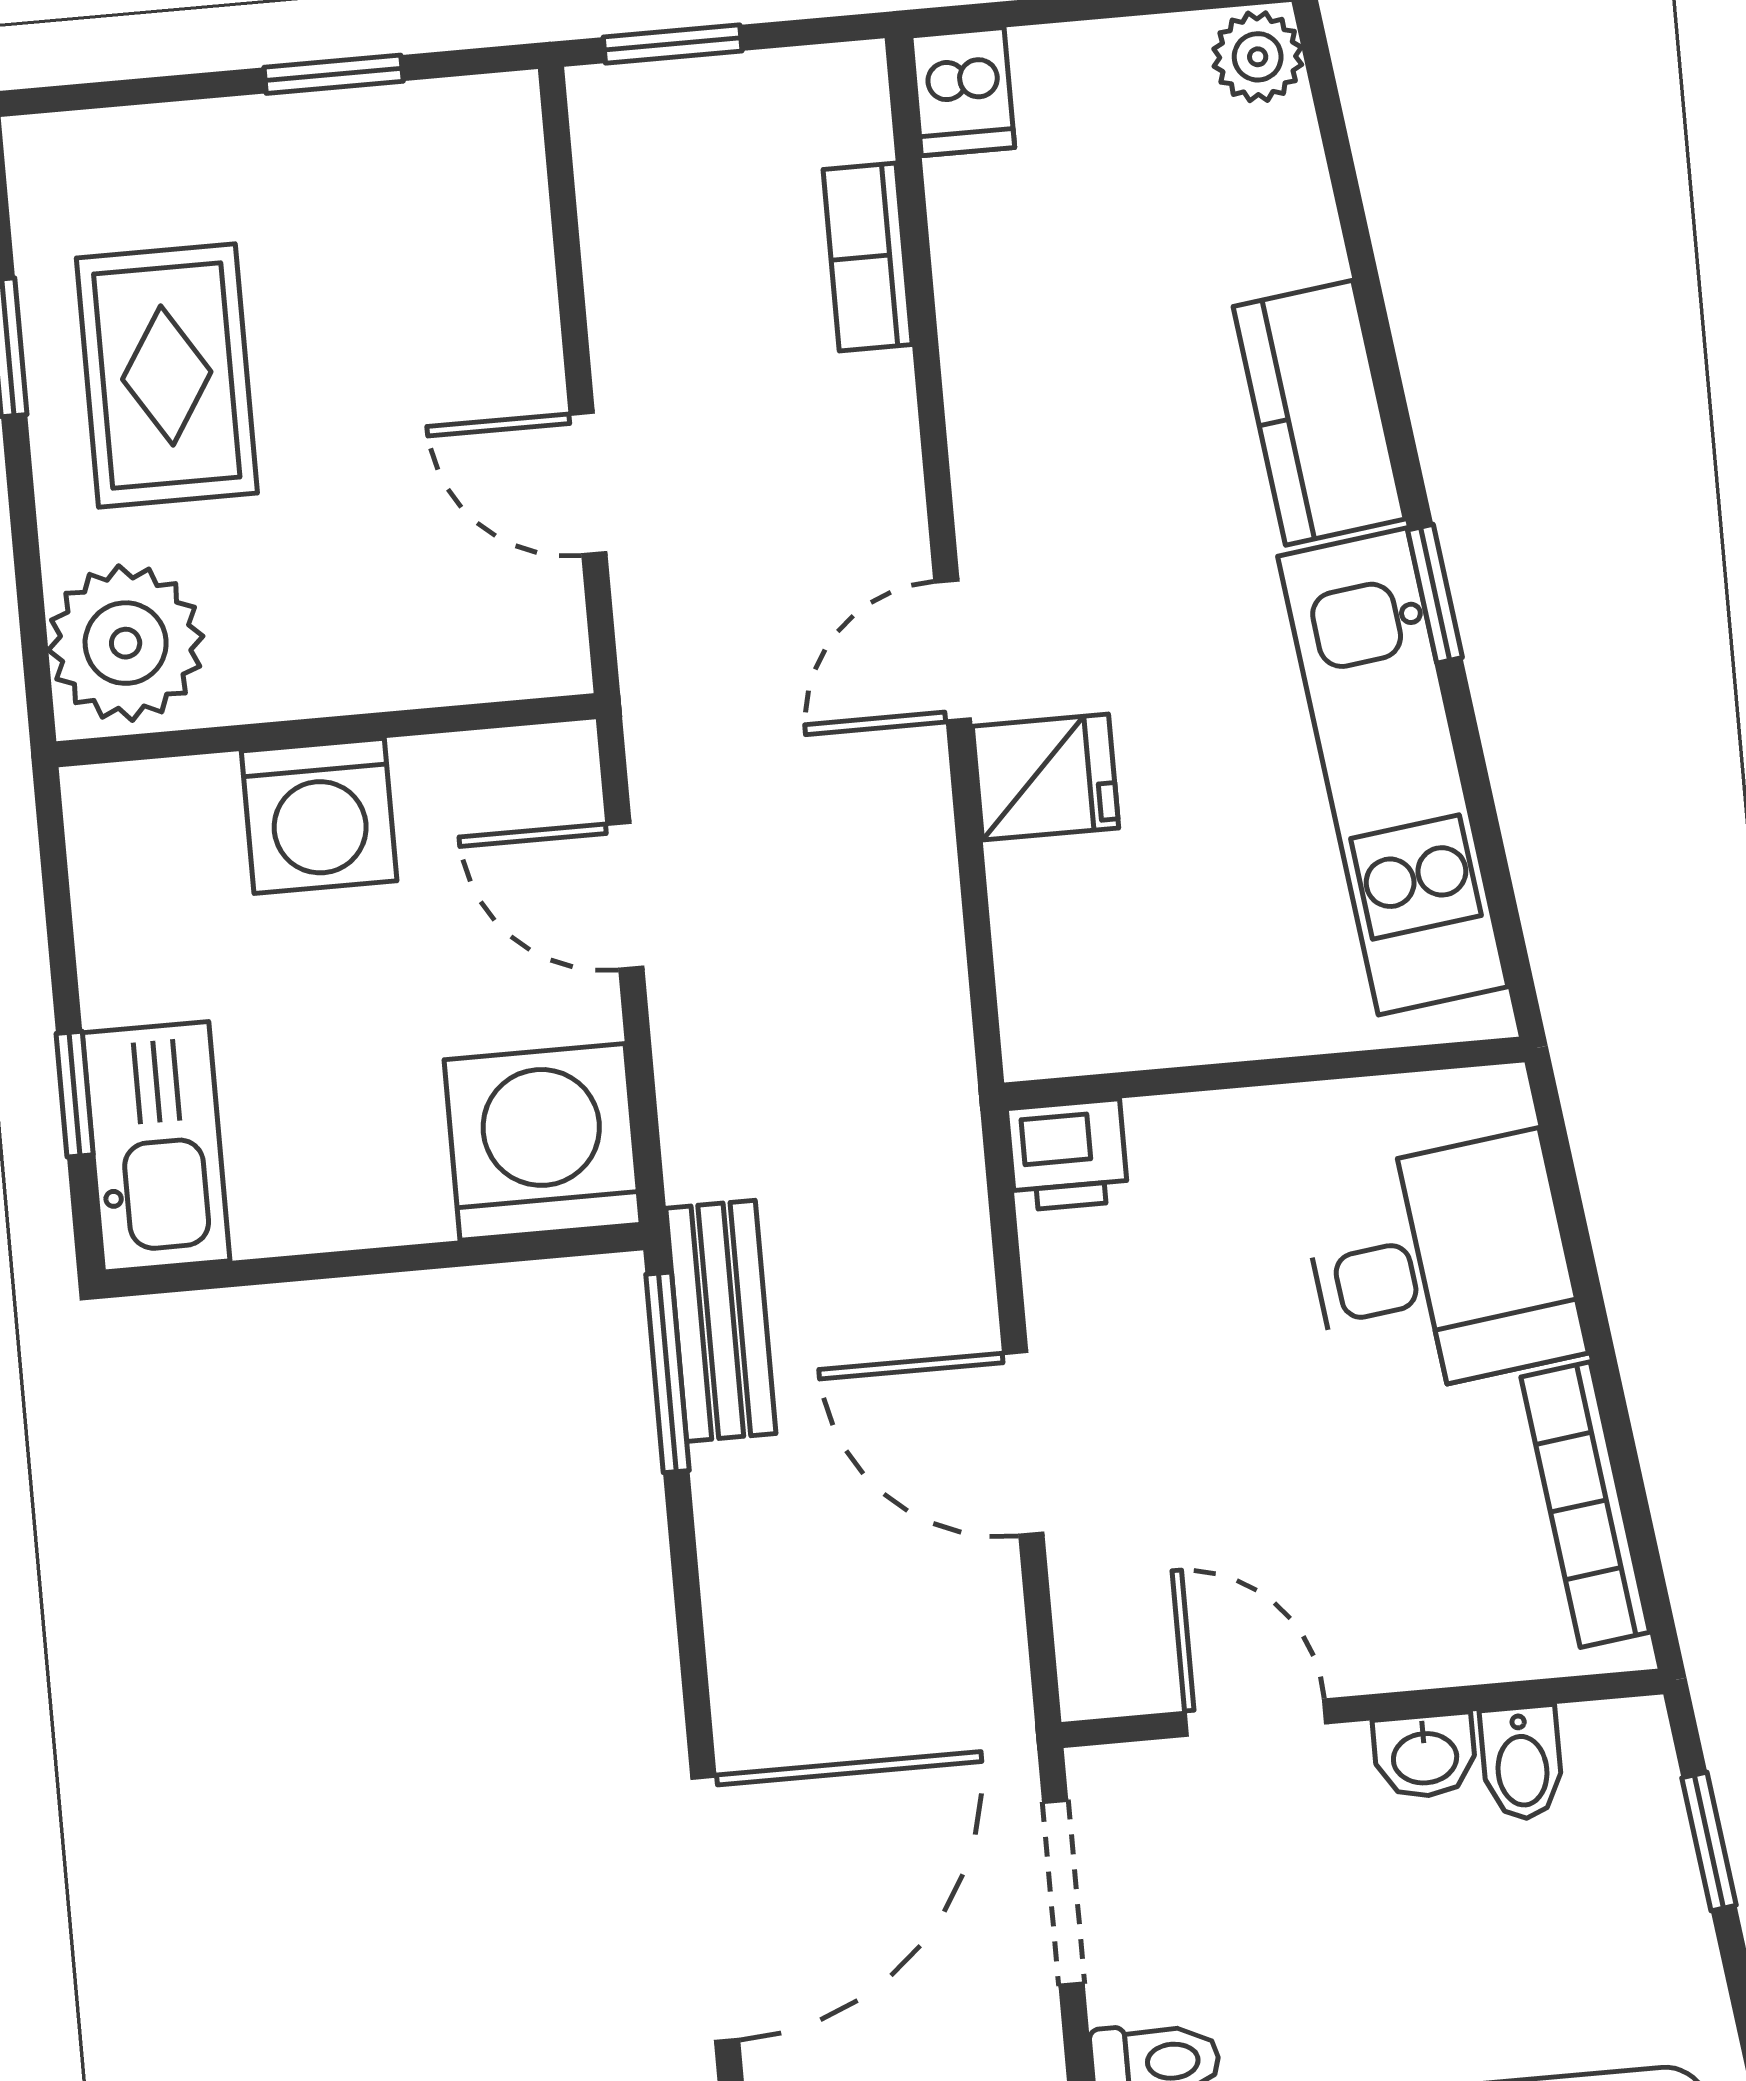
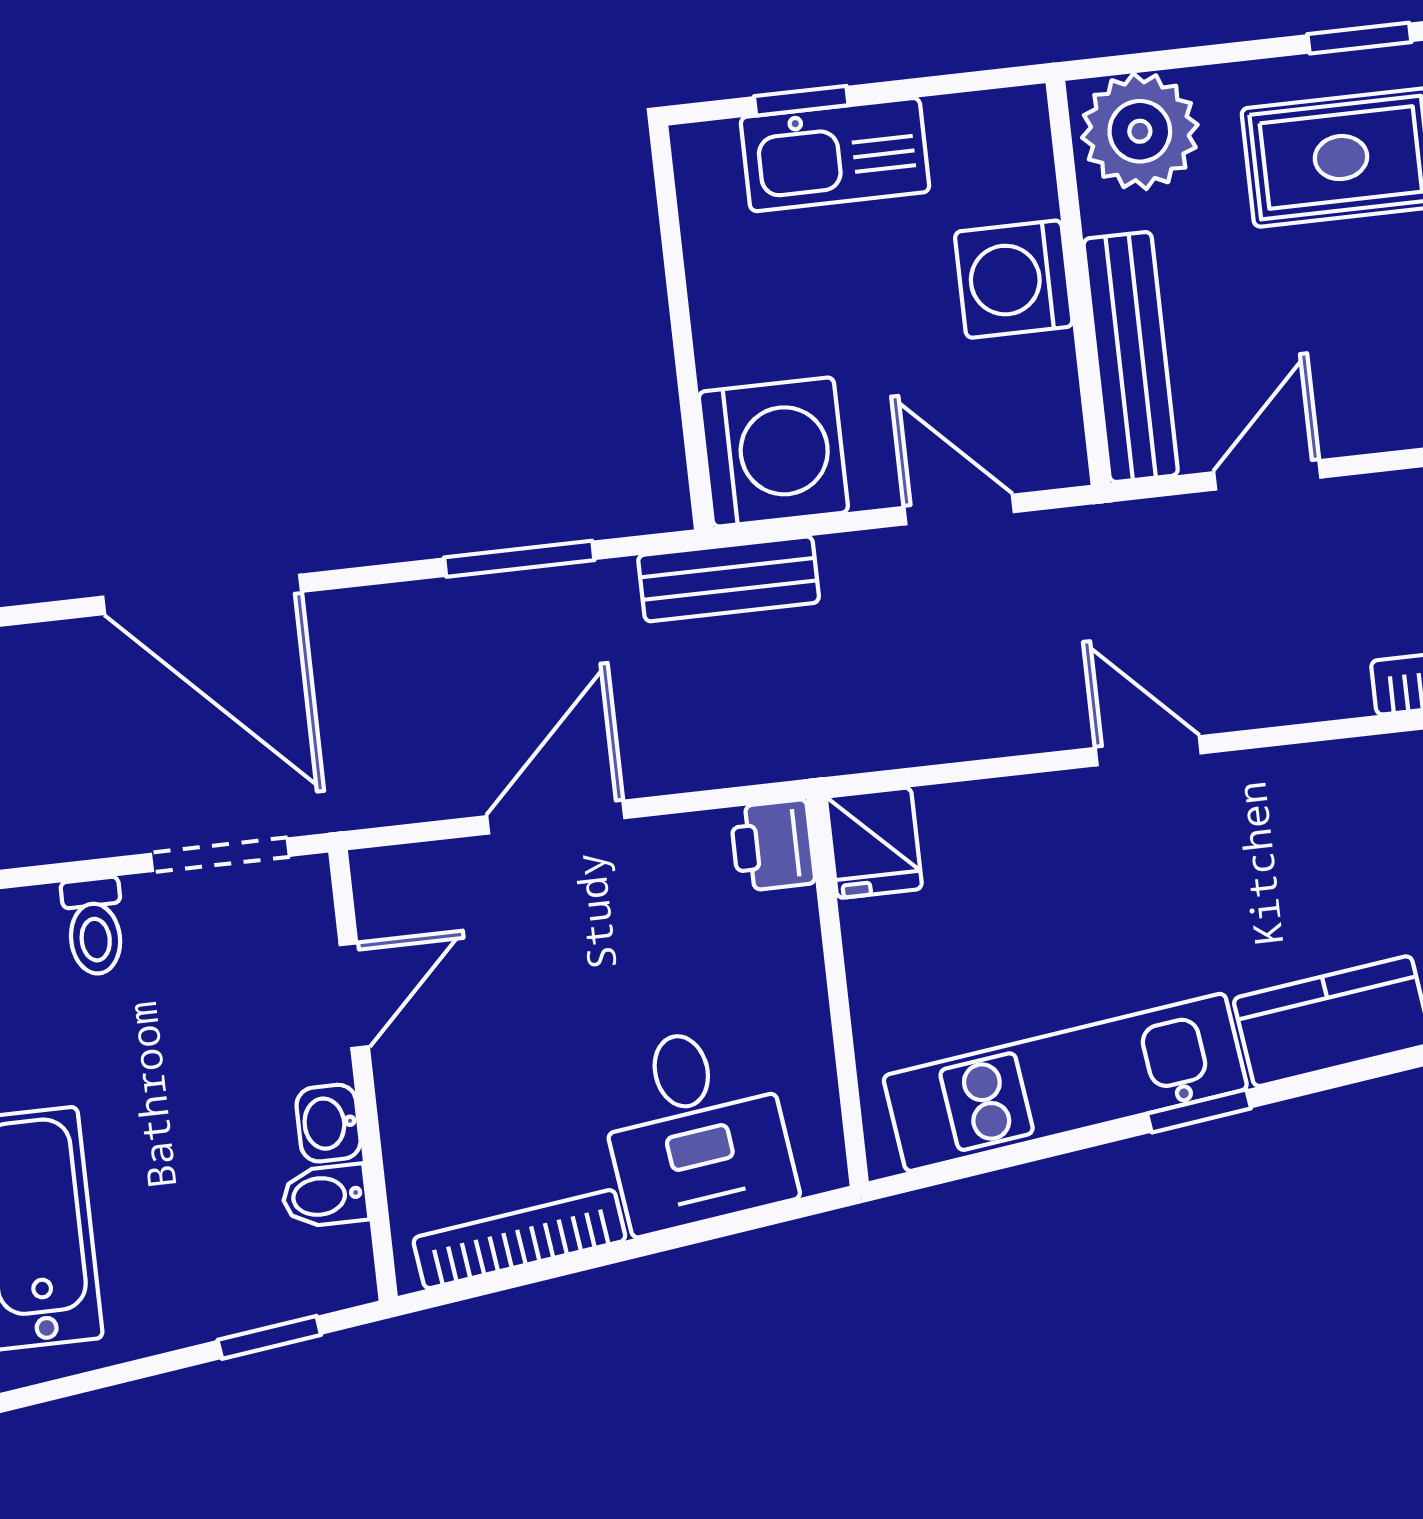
bench: (427, 662) -> (1131, 357), added
fridge: (1046, 777) -> (874, 843), moved
door: (625, 896) -> (959, 509), hinge flipped
kitchen sink: (156, 1147) -> (835, 155), moved
bench: (721, 1321) -> (729, 579), moved
window: (667, 1372) -> (519, 559), moved

